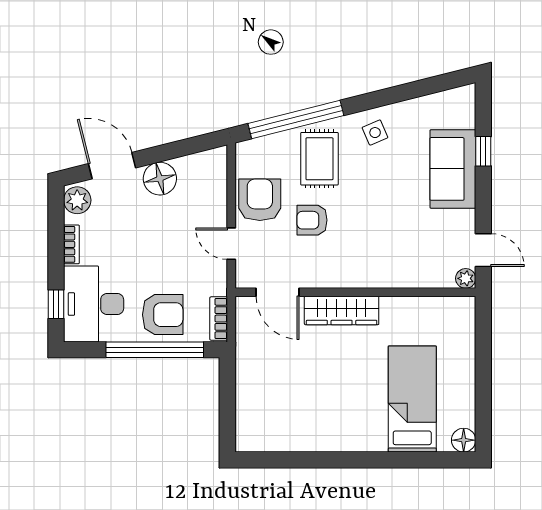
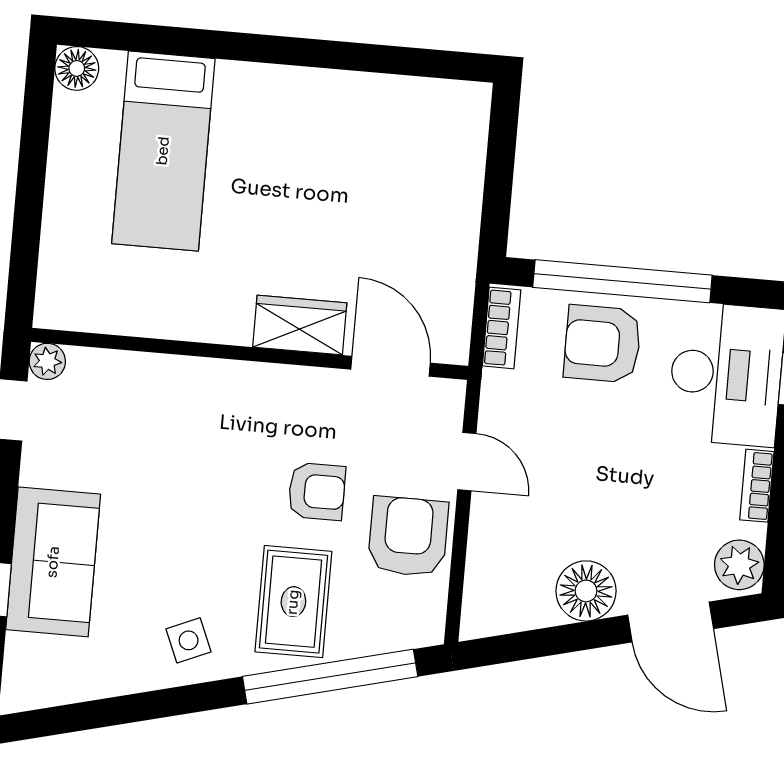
armchair: (260, 200) -> (408, 537), turned 180
wardrobe: (342, 310) -> (300, 325), width x0.67

